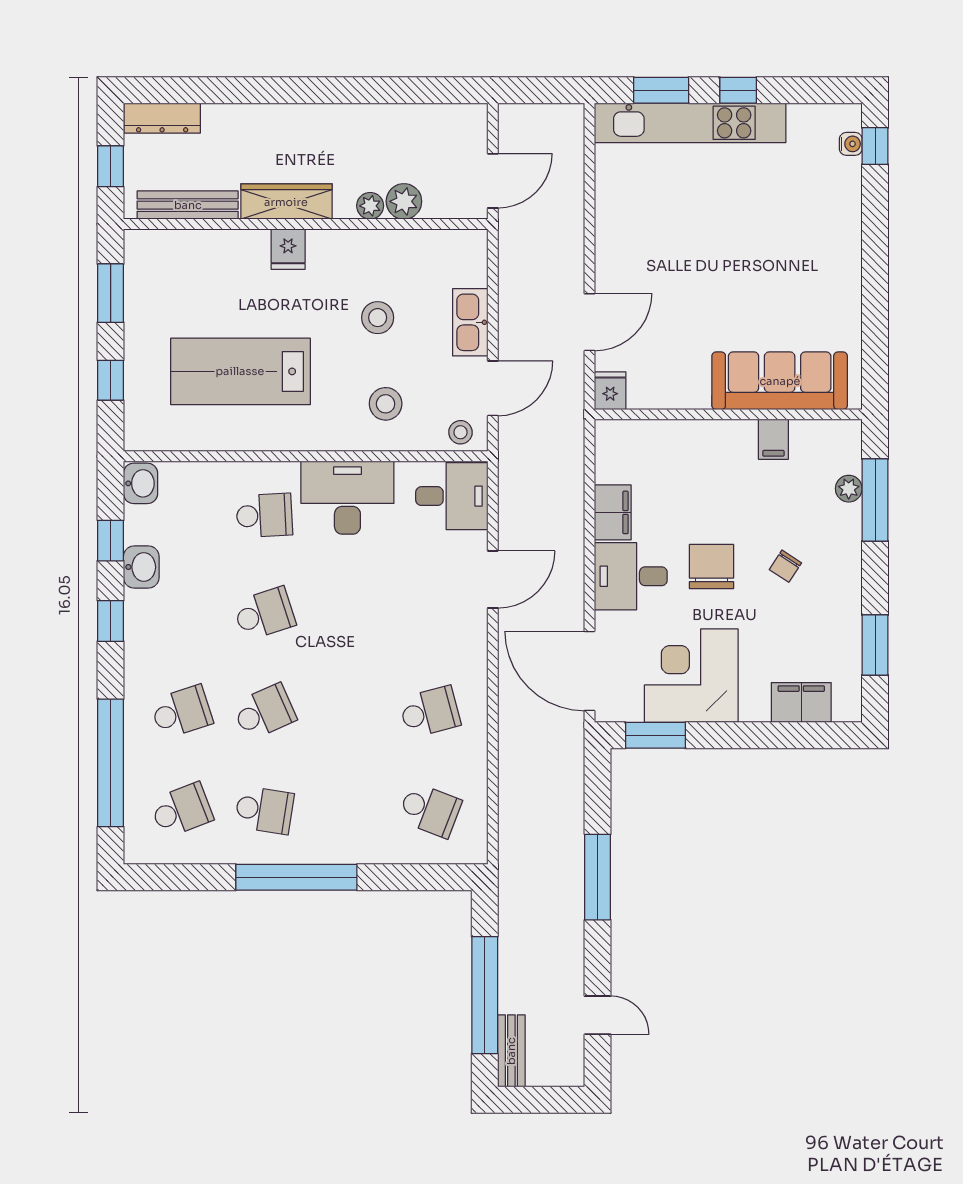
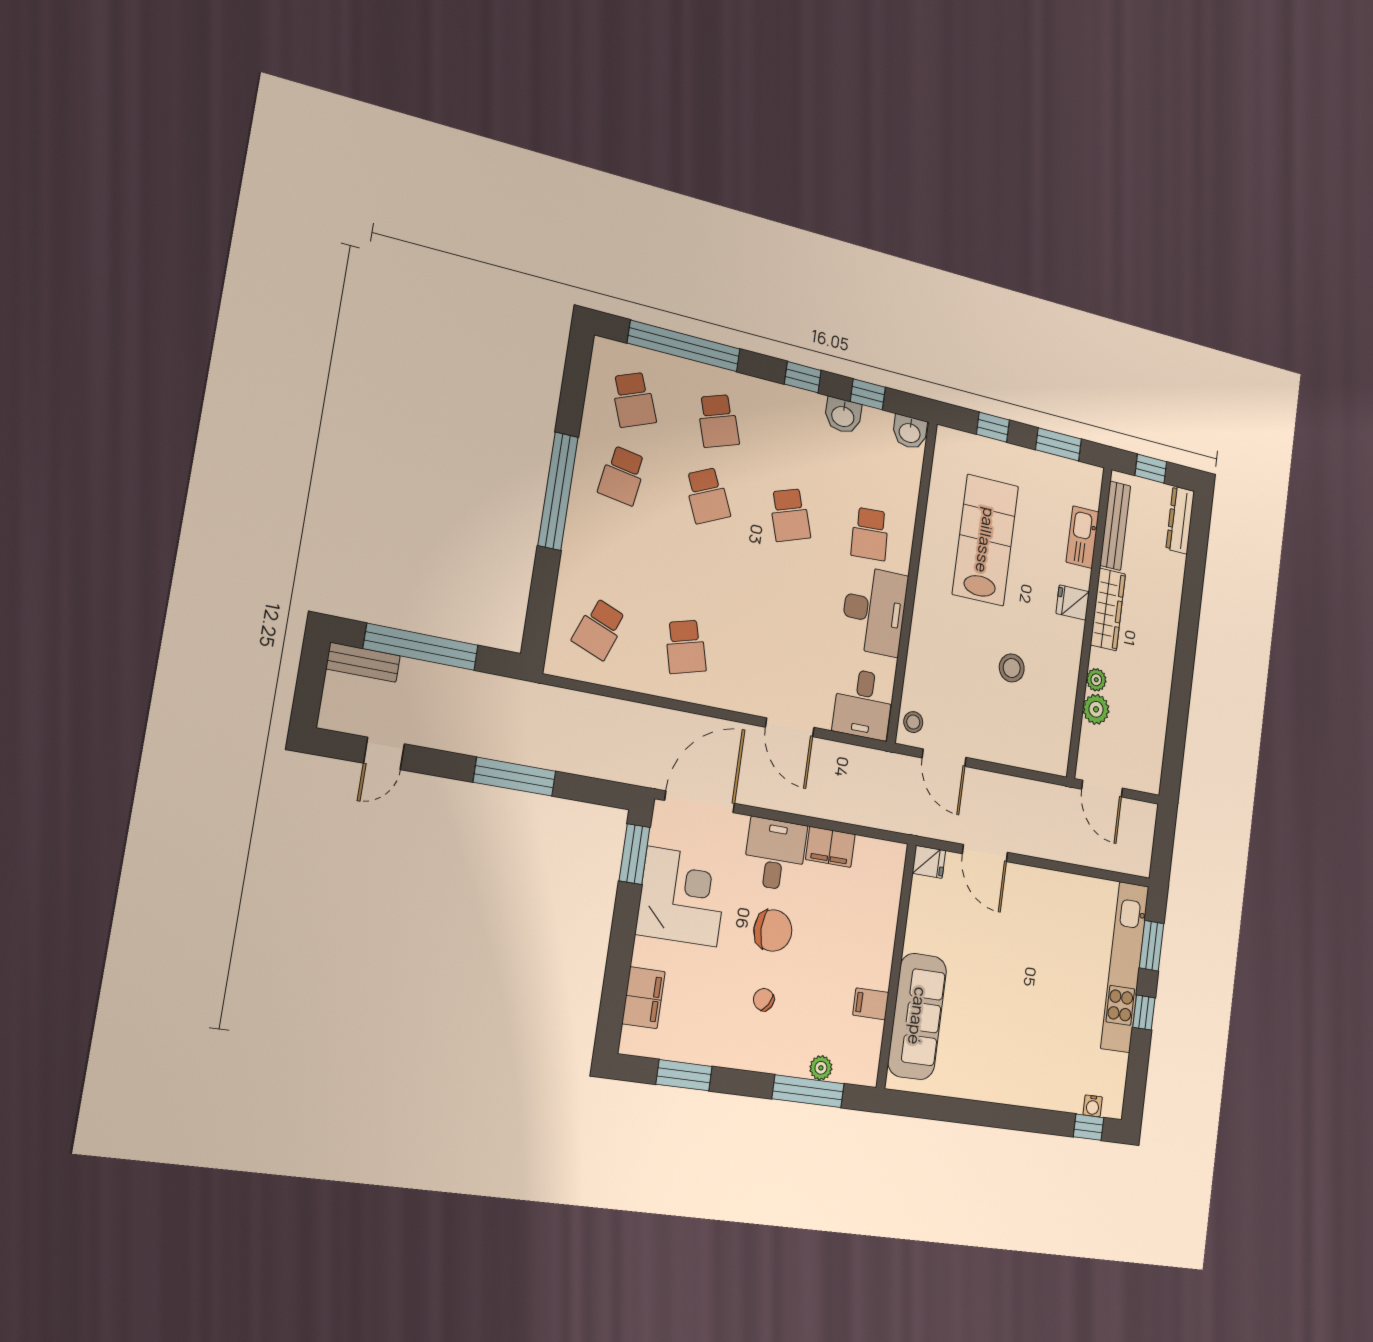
kitchen sink: (470, 322) -> (1083, 537), moved, turned -90
stool: (386, 404) -> (944, 661), removed

